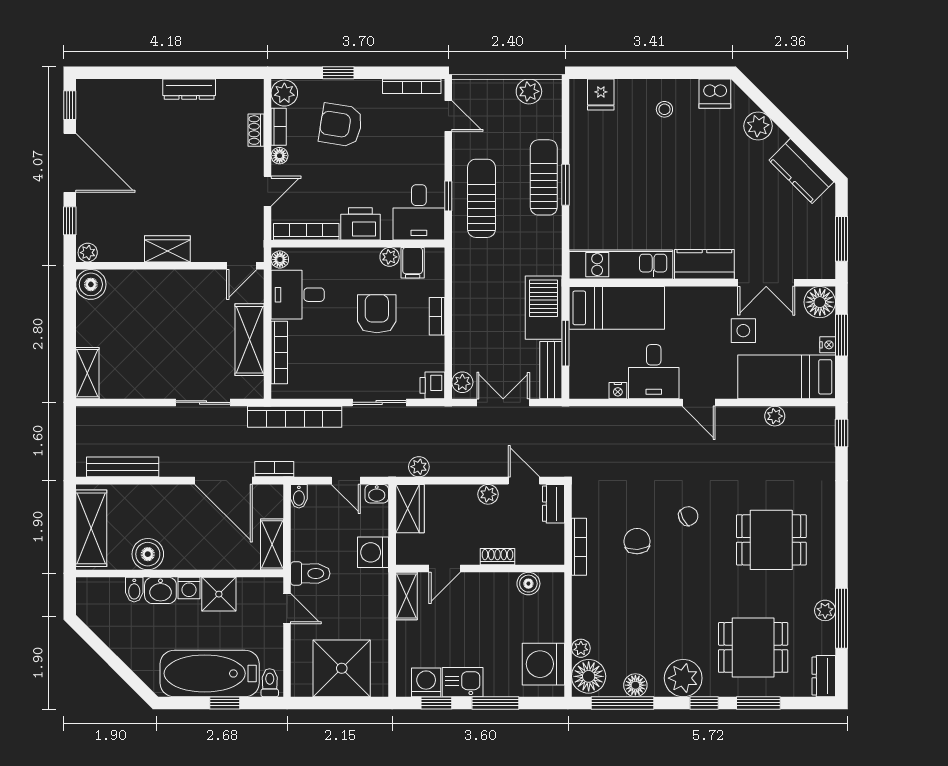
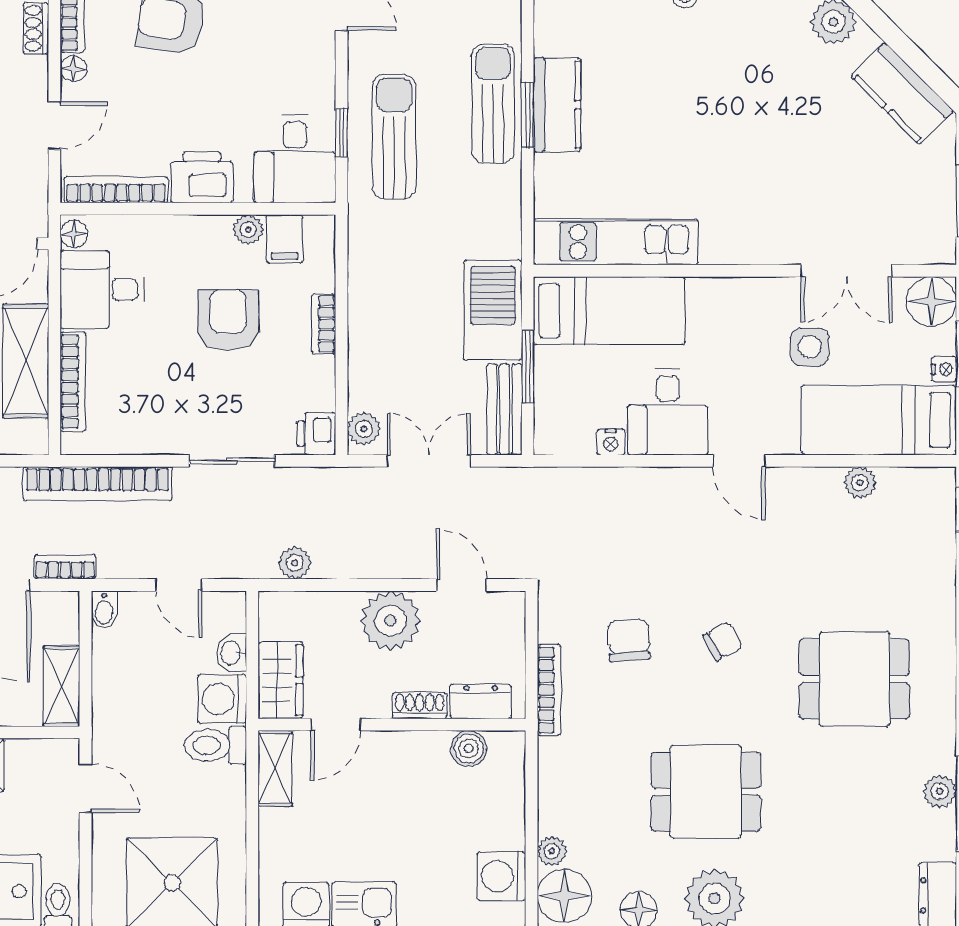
kitchen counter: (704, 264) -> (557, 105), moved, turned 90
washbasin: (377, 494) -> (231, 653), moved, turned 90
plant: (488, 494) -> (391, 621), width x1.87, depth x1.87
dresser: (553, 504) -> (481, 702), moved, turned 90
wardrobe: (410, 509) -> (280, 680), moved
chair: (637, 541) -> (629, 640), moved
toilet: (310, 573) -> (215, 745), moved, turned 180
dining table: (753, 647) -> (706, 792), moved
washing machine: (543, 664) -> (501, 876), width x0.73, depth x0.73

